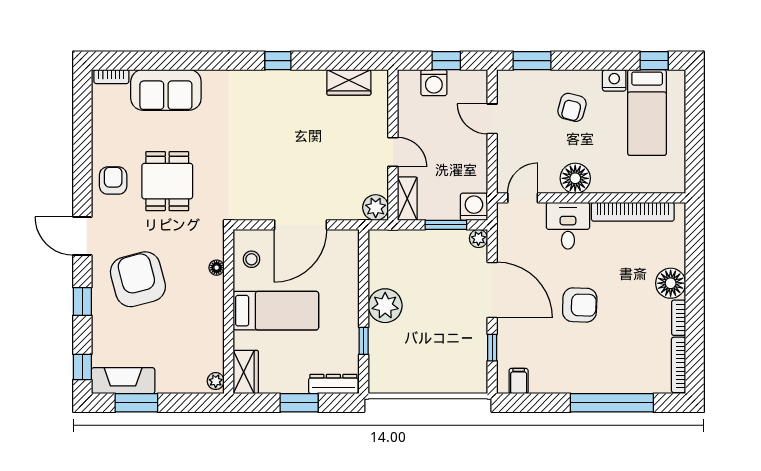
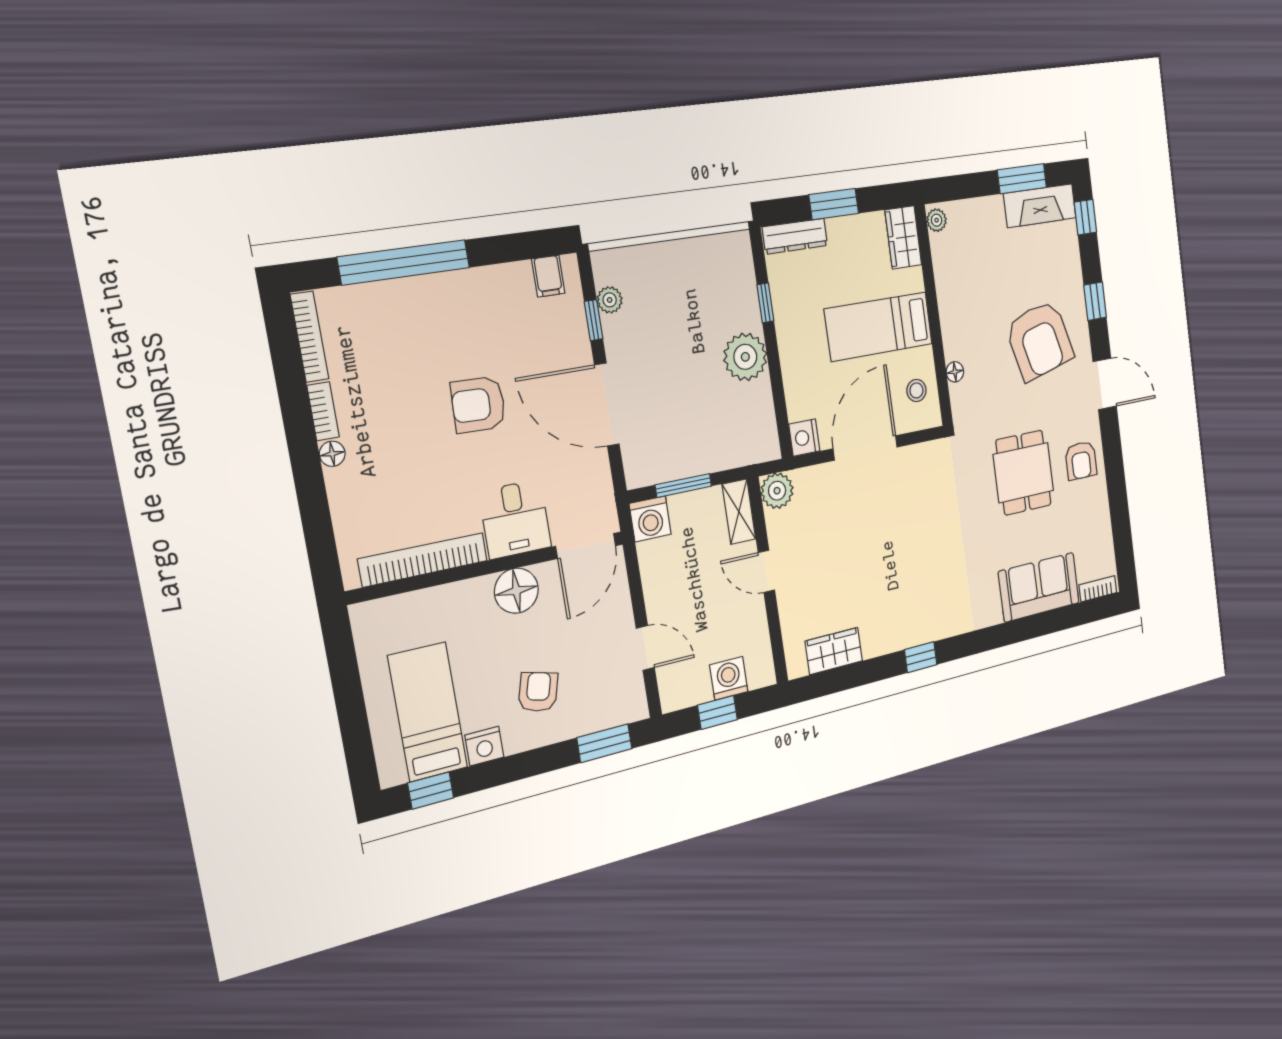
door: (523, 198) -> (586, 546), width x1.38
plant: (478, 238) -> (610, 300), moved
nightstand: (348, 241) -> (804, 438), added
floor lamp: (671, 283) -> (332, 454), width x0.53, depth x0.53

